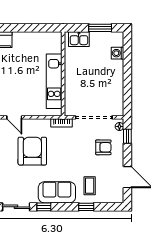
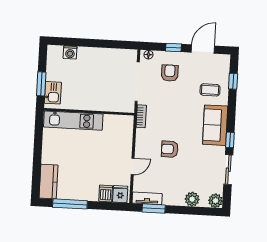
window: (100, 28) -> (41, 84), moved
kitchen unit: (54, 81) -> (73, 121), moved
window: (127, 136) -> (173, 47), moved
armchair: (32, 151) -> (170, 149), width x0.53, depth x0.53
window: (86, 207) -> (233, 81), moved

